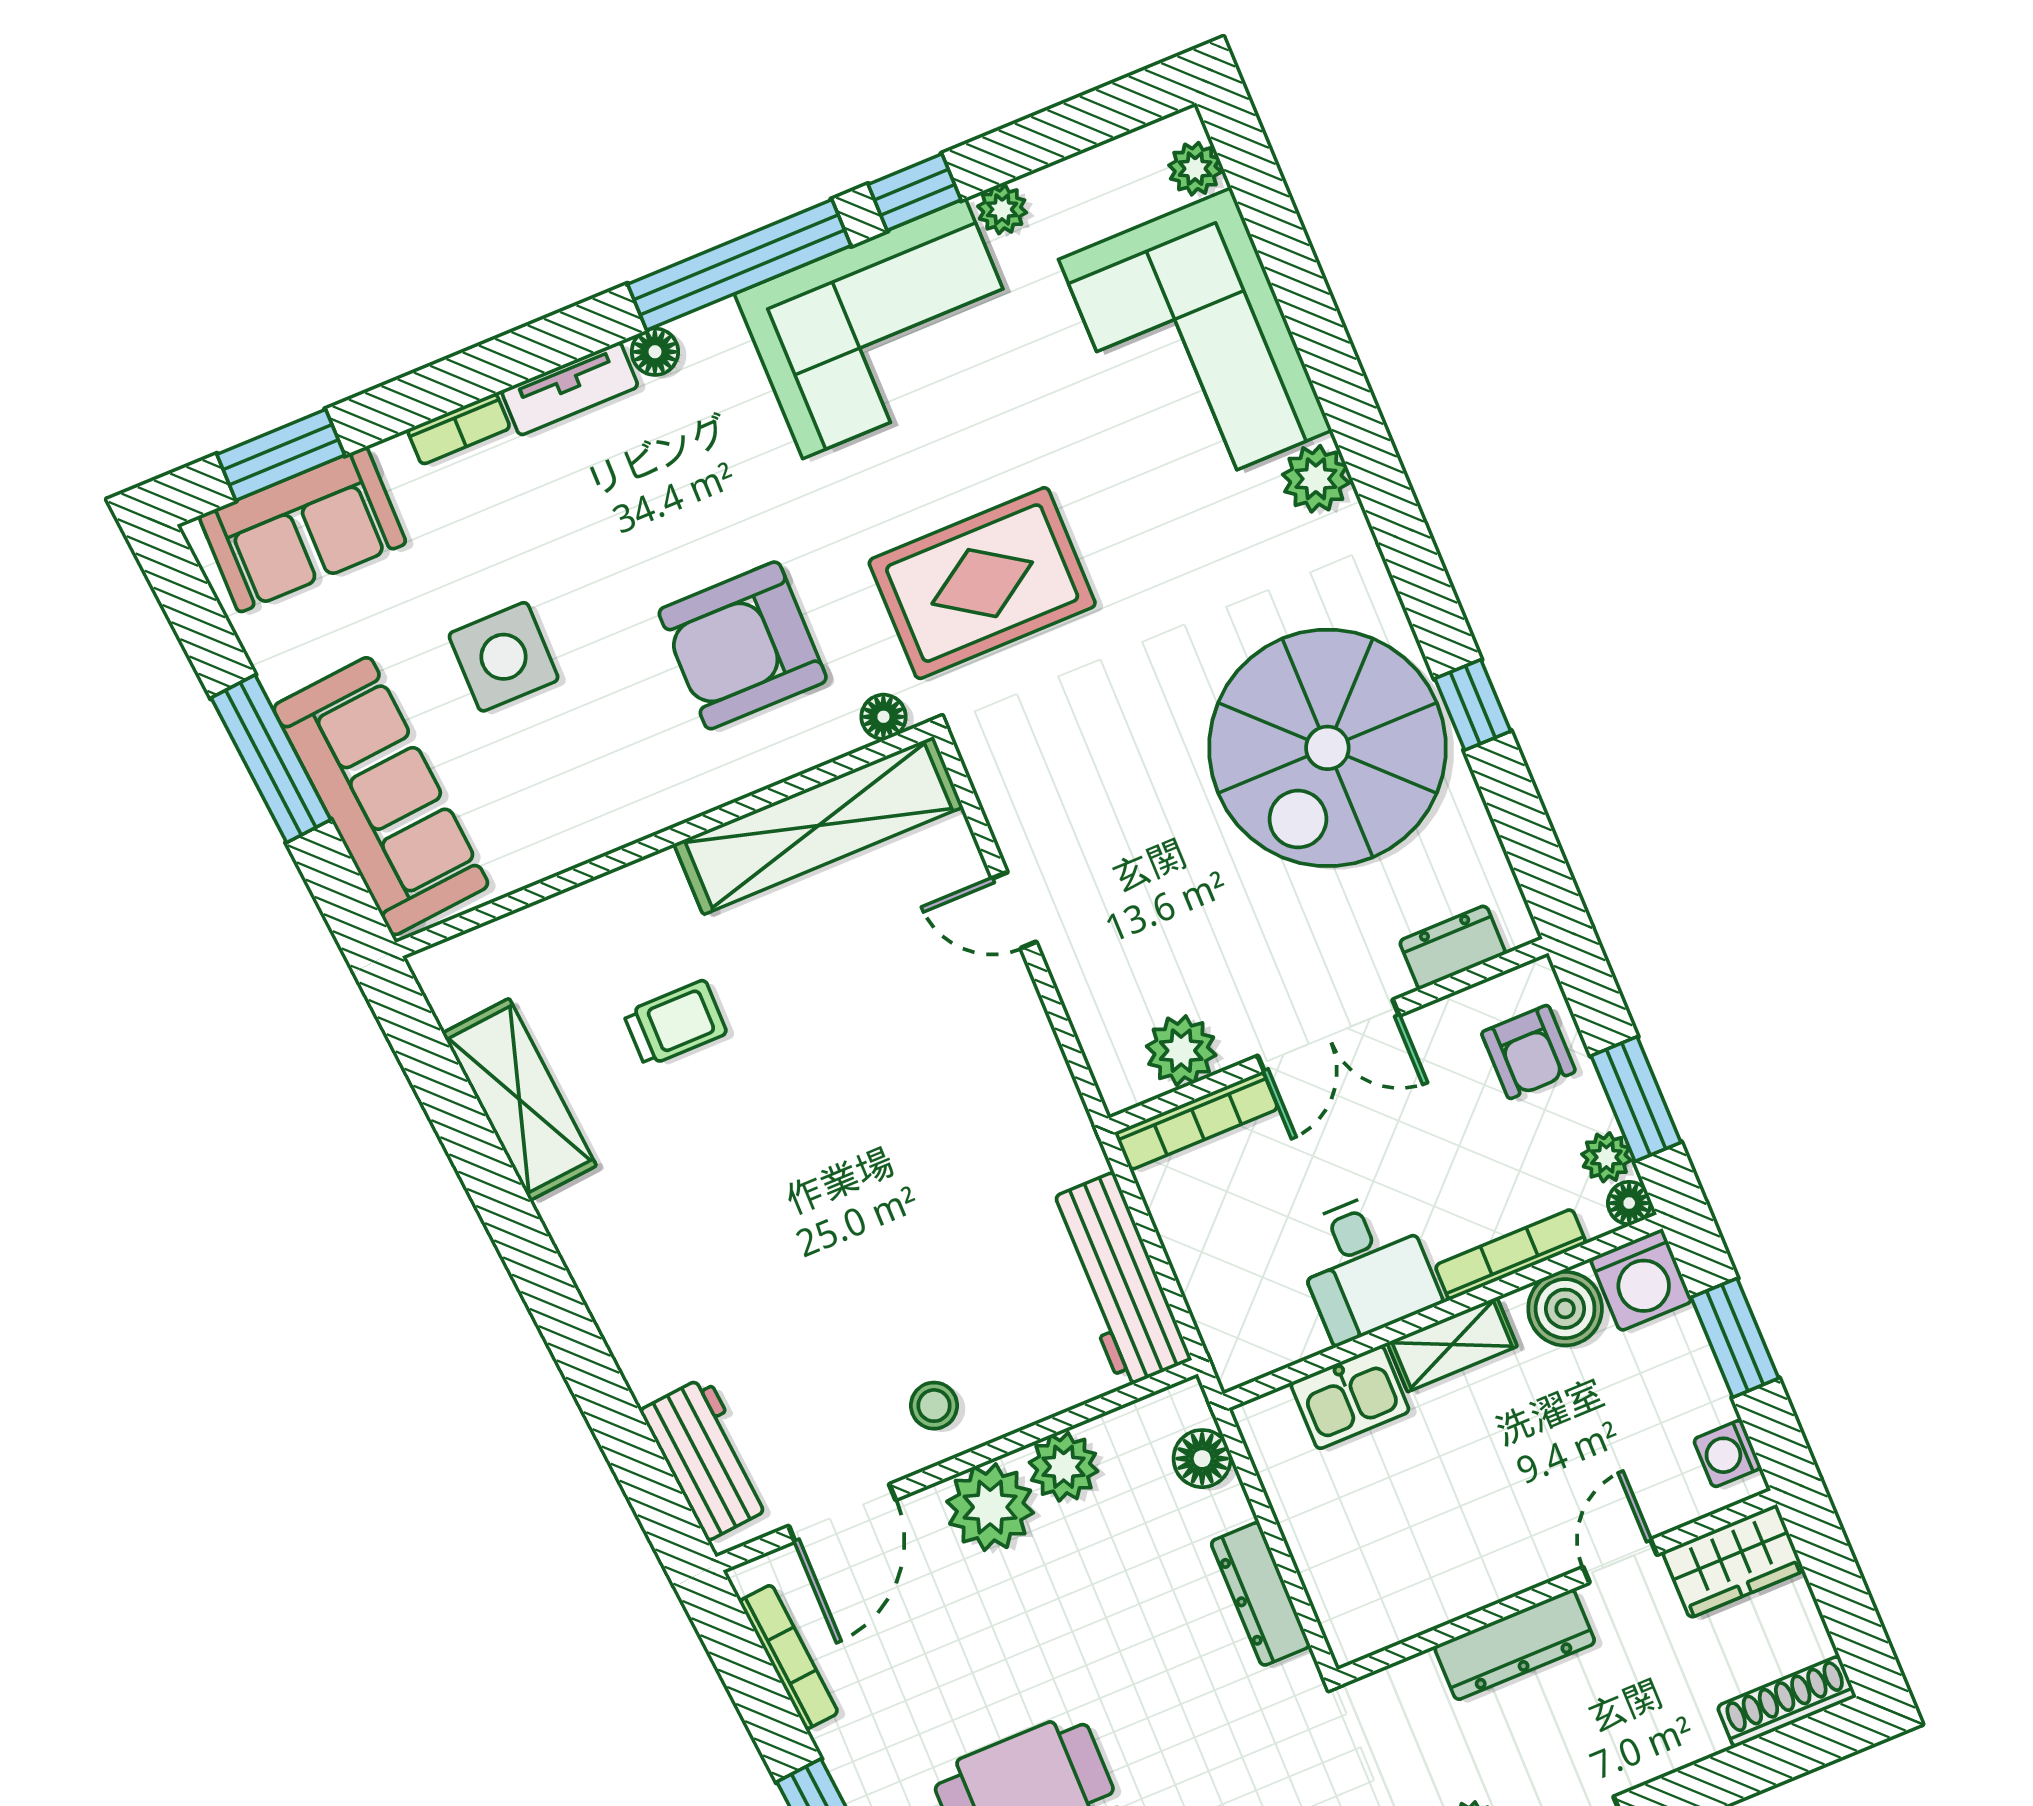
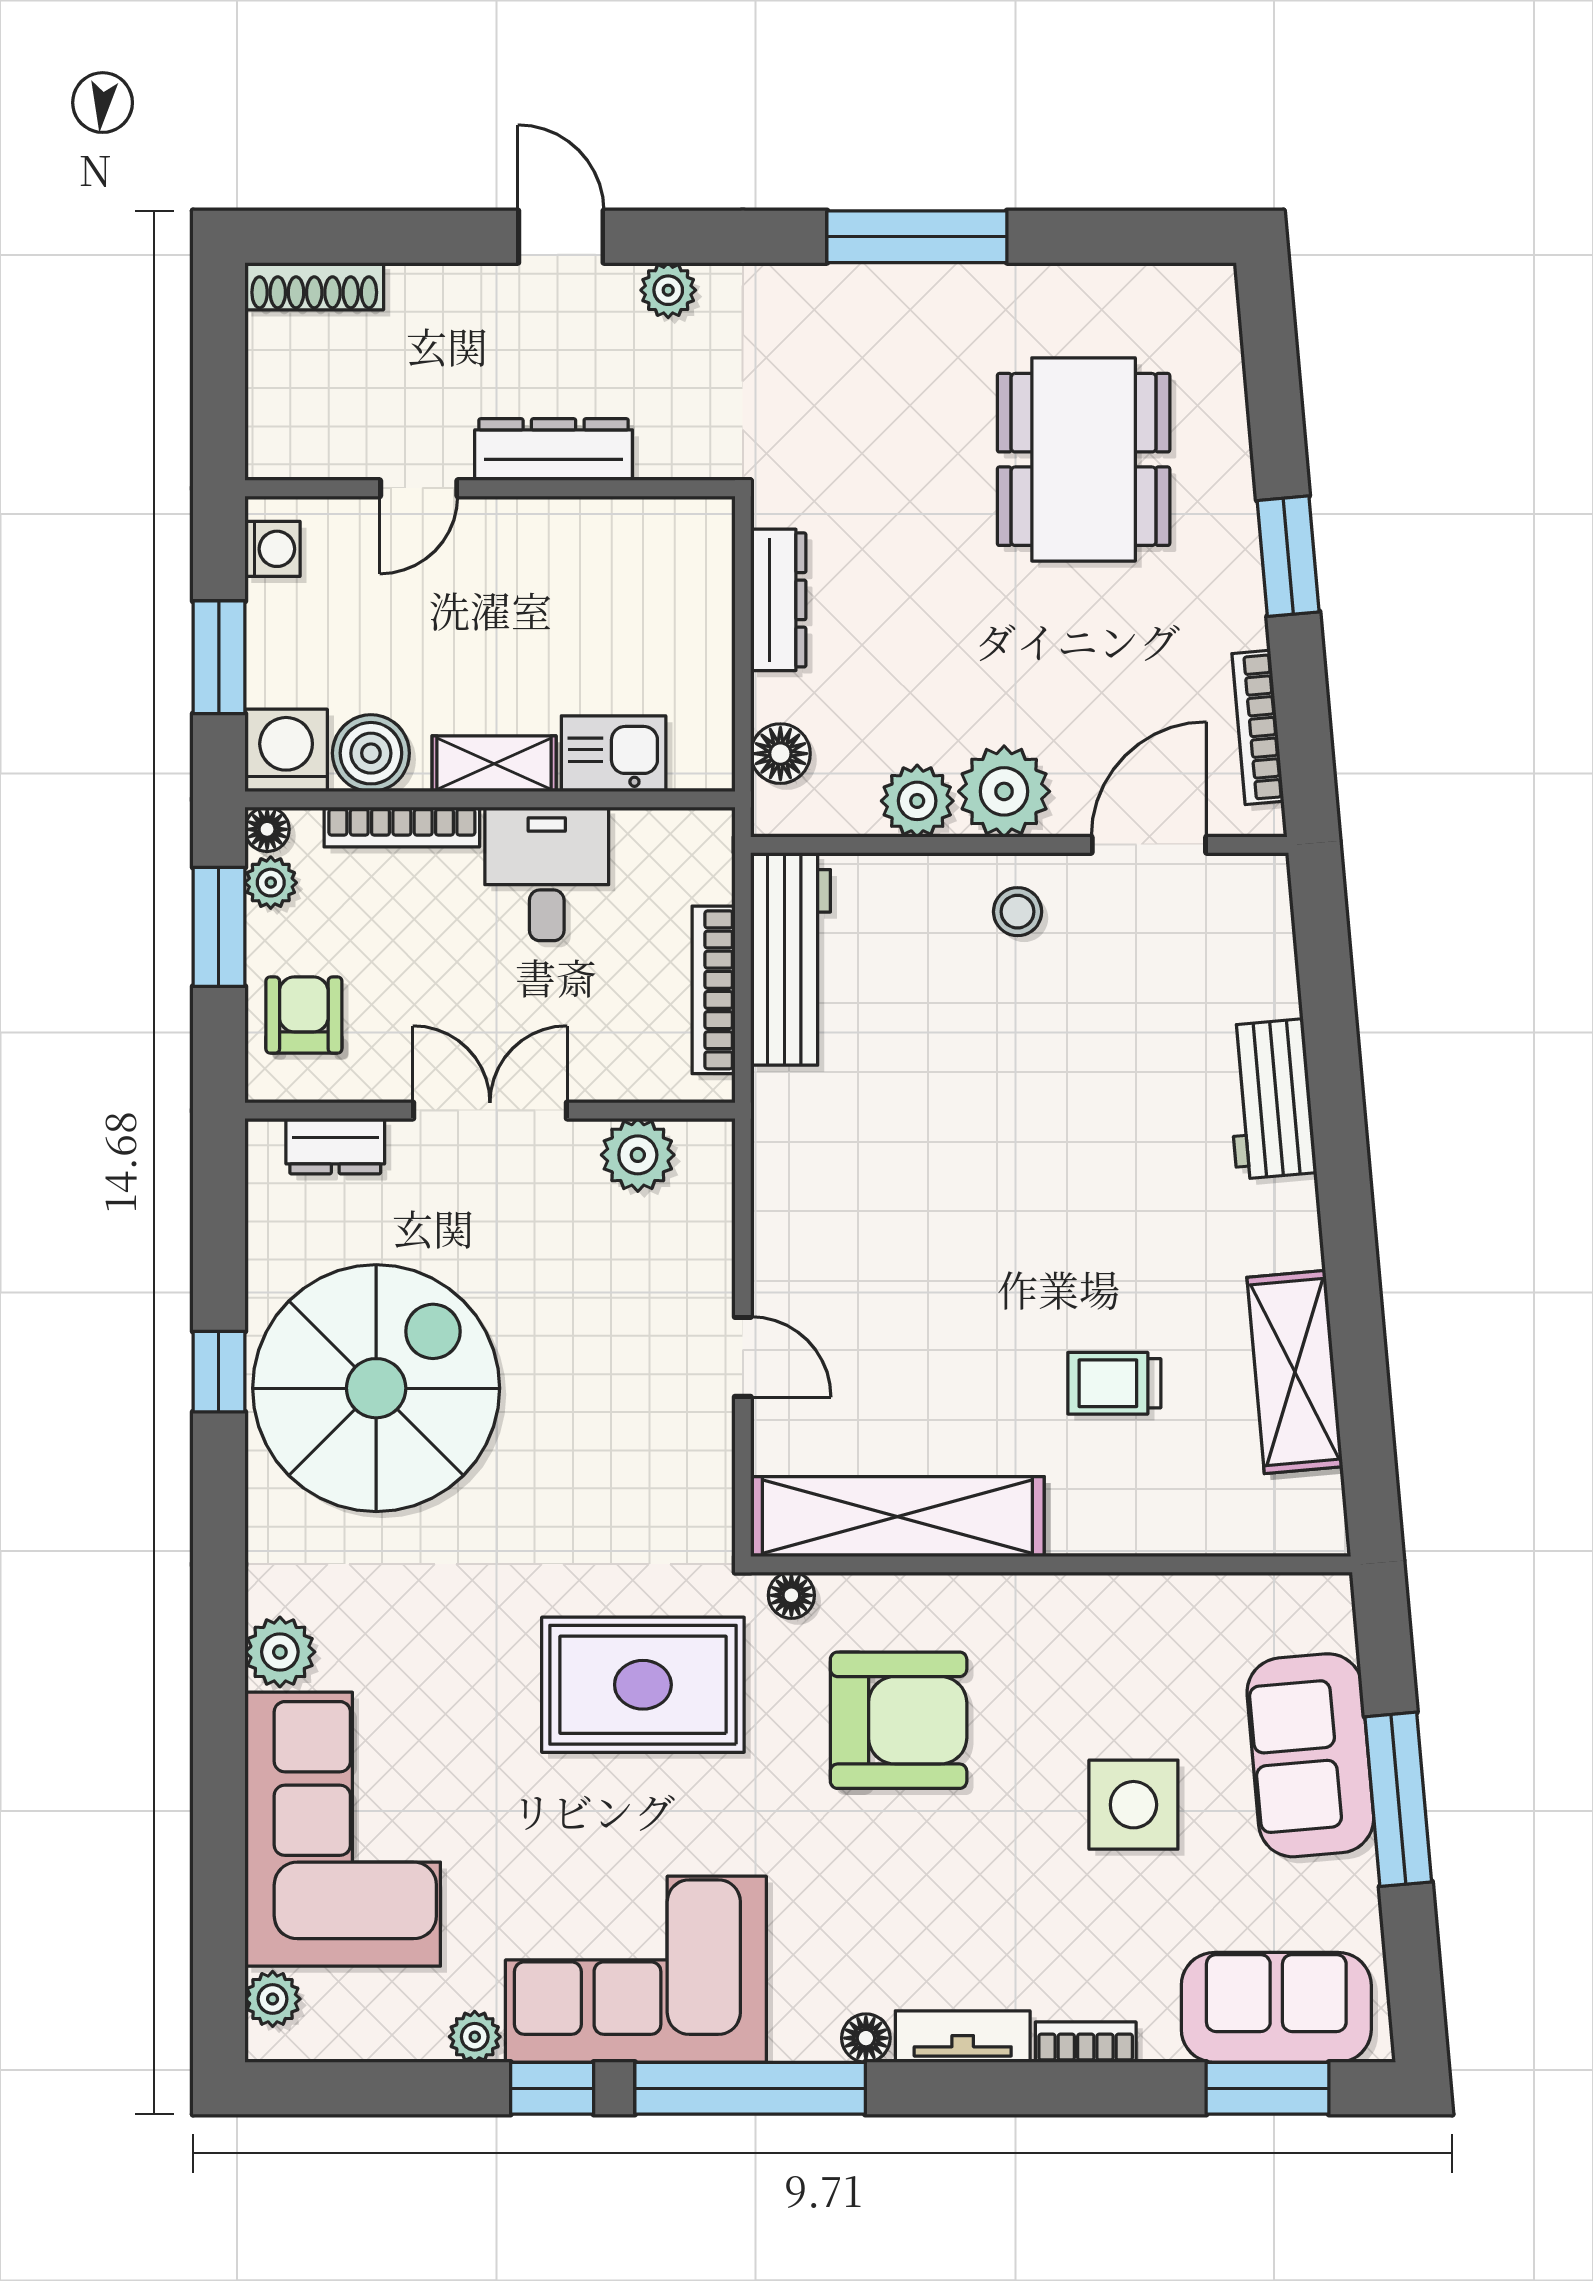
sofa: (381, 796) -> (1310, 1755), width x0.73
bookcase: (1196, 1121) -> (714, 990), moved, turned -90
workbench: (707, 1458) -> (1270, 1099), moved
wardrobe: (1733, 1561) -> (310, 443), removed

